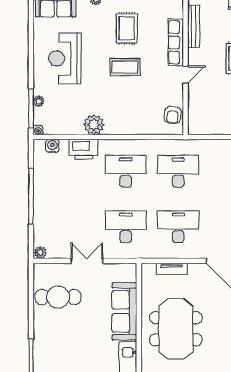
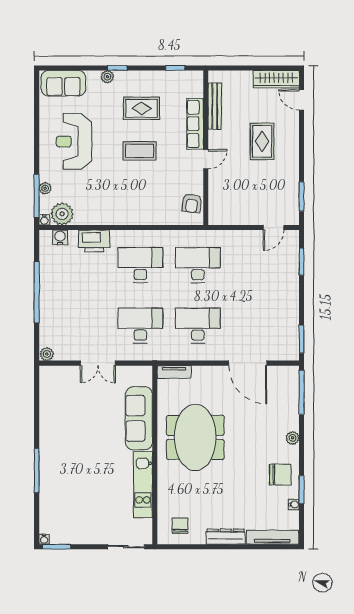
rug: (127, 28) -> (142, 108), turned 90
plant: (94, 125) -> (62, 214), moved
double door: (87, 261) -> (98, 363), swing flipped
tv unit: (172, 269) -> (174, 372), moved
cafe table: (58, 297) -> (66, 403), removed

